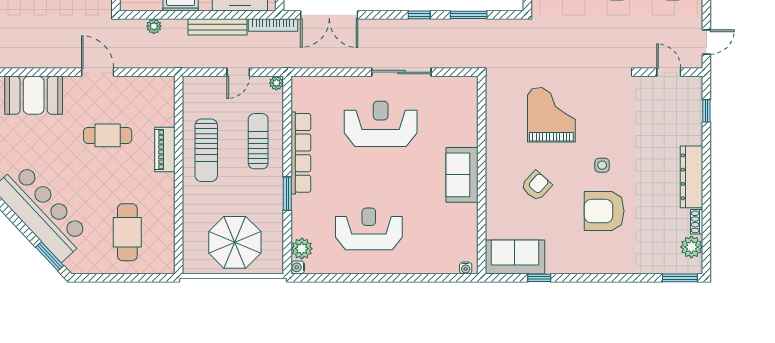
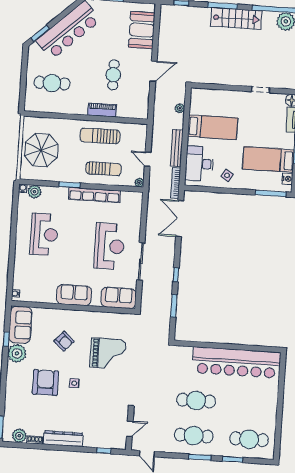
sofa: (462, 104) -> (119, 298), added
plant: (561, 259) -> (17, 353), added

